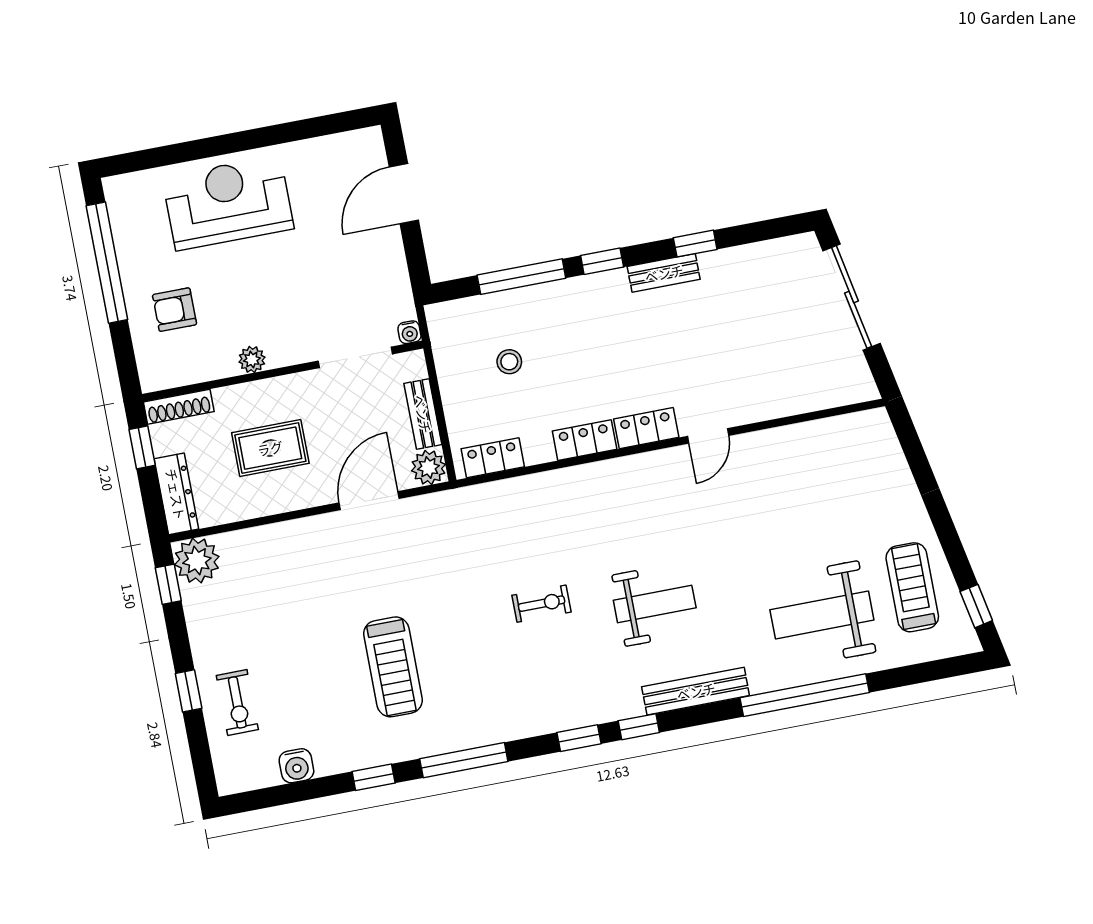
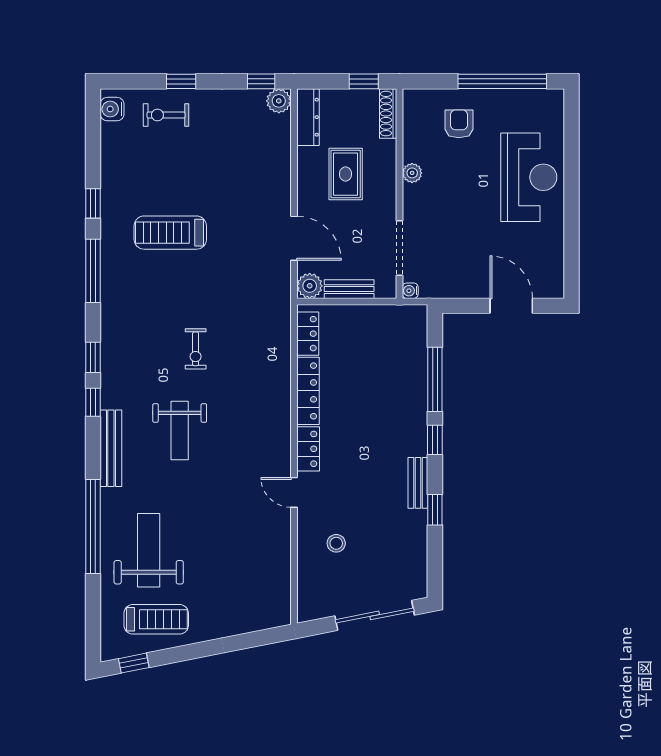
stool: (509, 362) -> (336, 543), moved
locker: (585, 440) -> (308, 391), width x1.53
dresser: (176, 494) -> (308, 117), moved, turned -90
plant: (197, 561) -> (279, 101), width x0.73, depth x0.73
water cooler: (296, 766) -> (112, 109), moved

